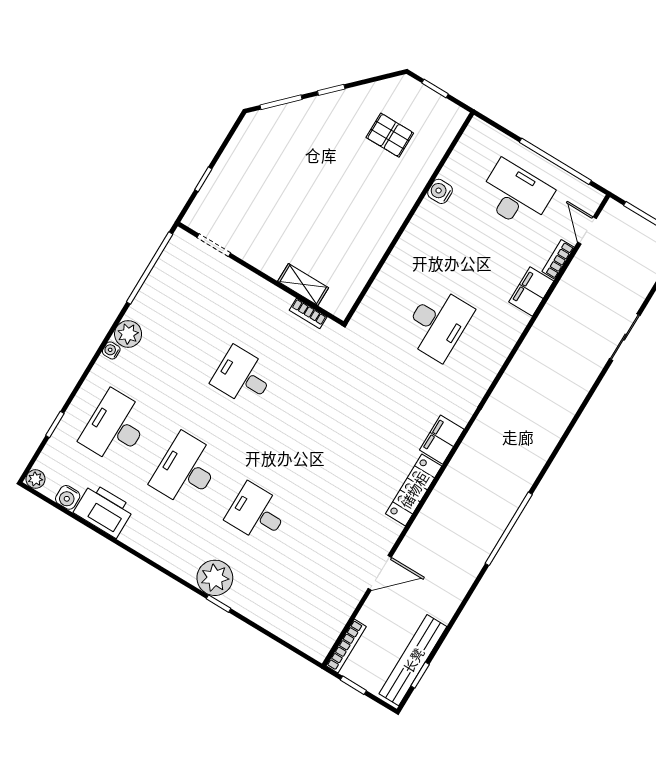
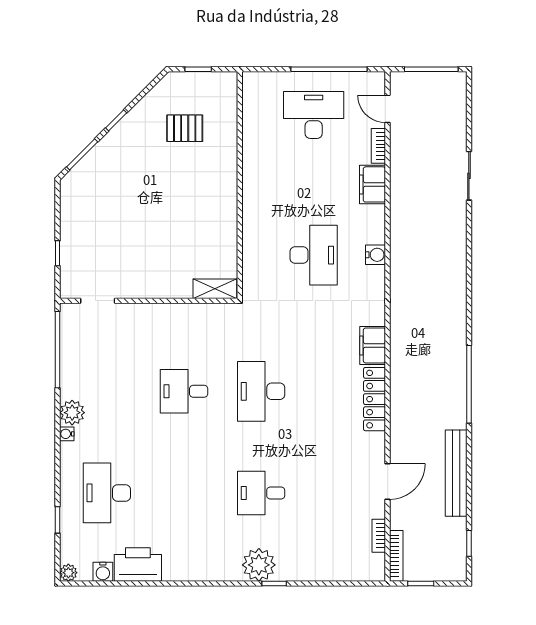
water cooler: (440, 191) -> (376, 255), moved, turned 180
shelving: (303, 284) -> (215, 289), moved
bookcase: (308, 313) -> (379, 536), moved, turned 90
desk: (186, 470) -> (261, 391), moved
bench: (413, 660) -> (456, 473), moved

